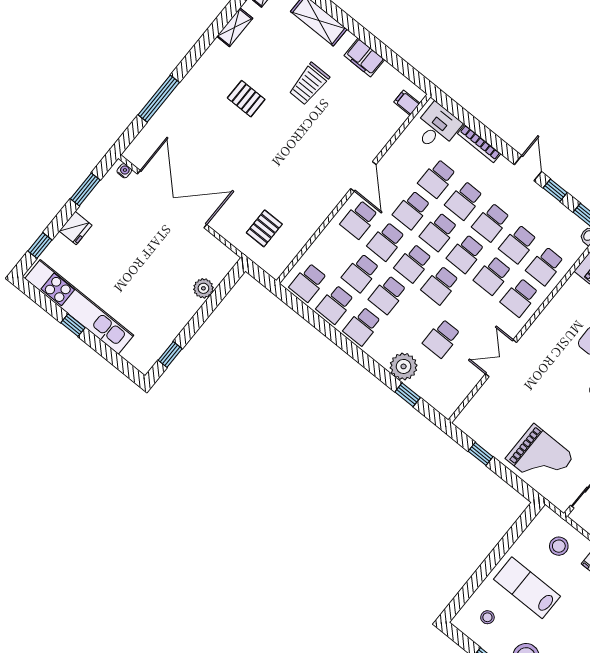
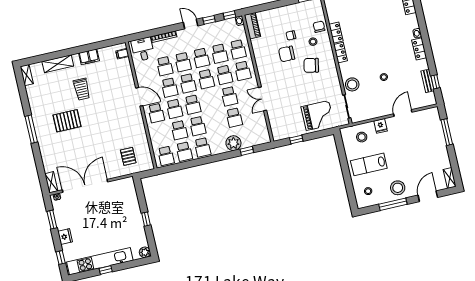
shelving: (235, 27) -> (51, 182), moved
window: (159, 99) -> (31, 129), moved
pallet: (246, 99) -> (67, 121), width x1.50, depth x1.42
school desk: (440, 285) -> (229, 96), moved
plant: (203, 288) -> (145, 252), moved
window: (170, 354) -> (146, 219), moved

